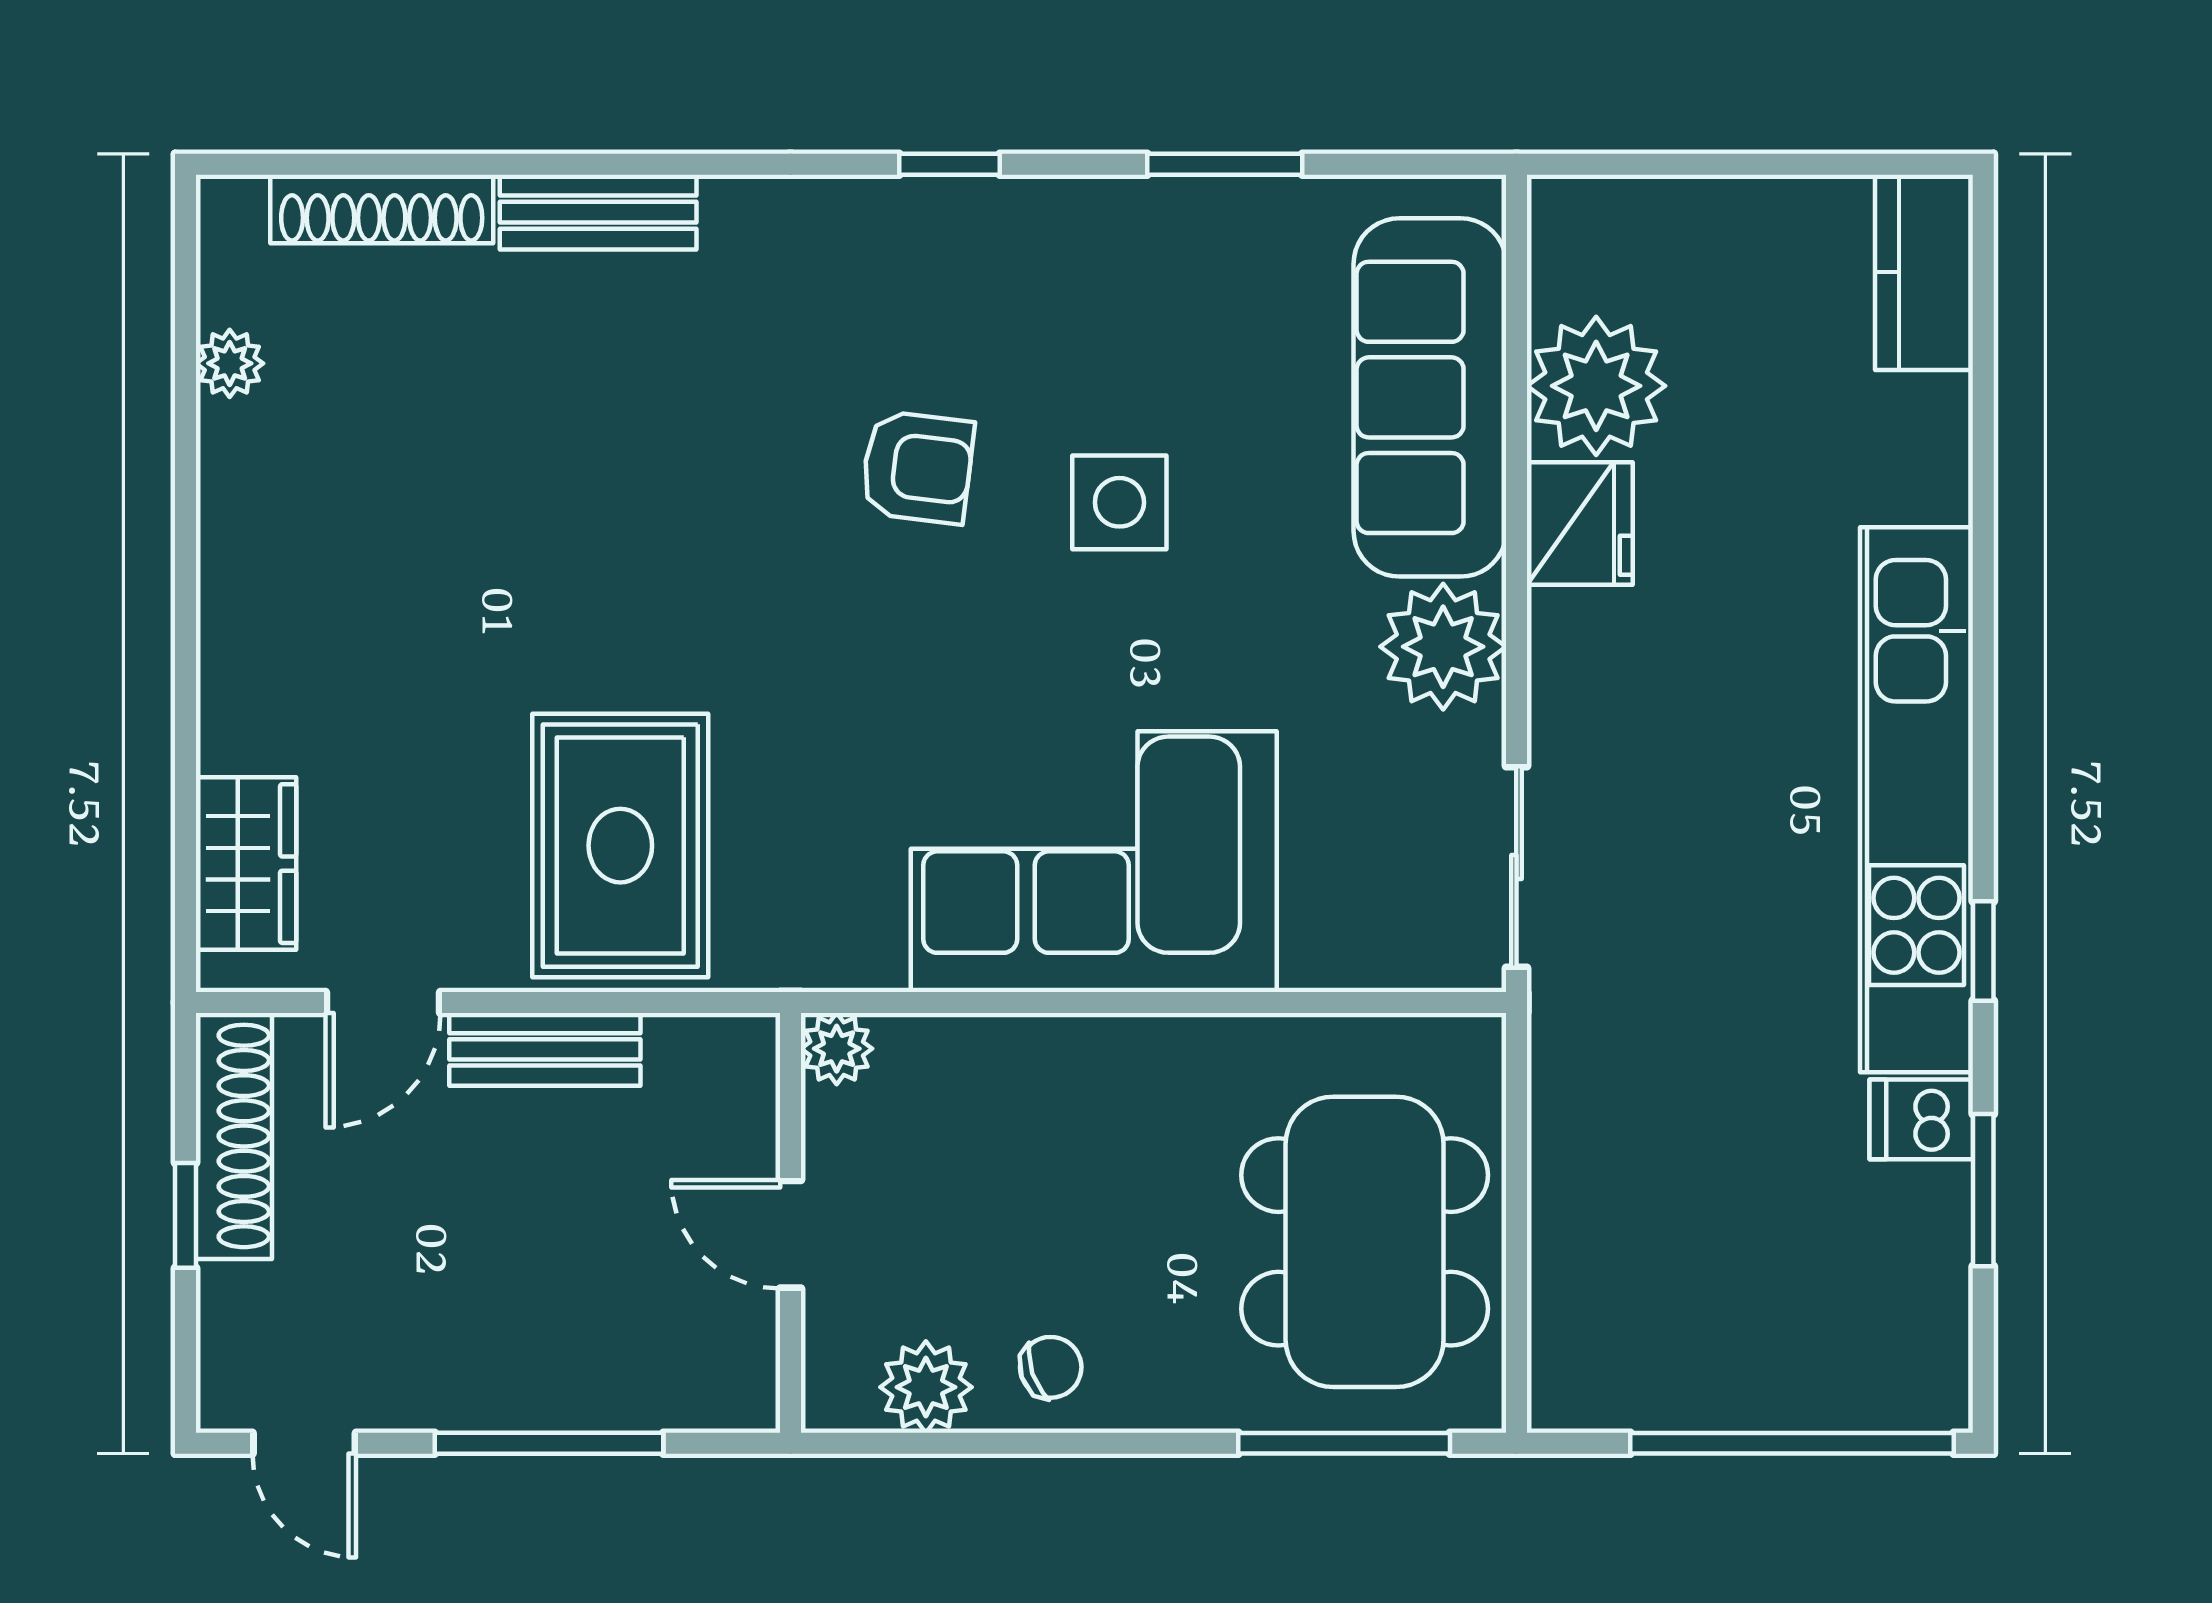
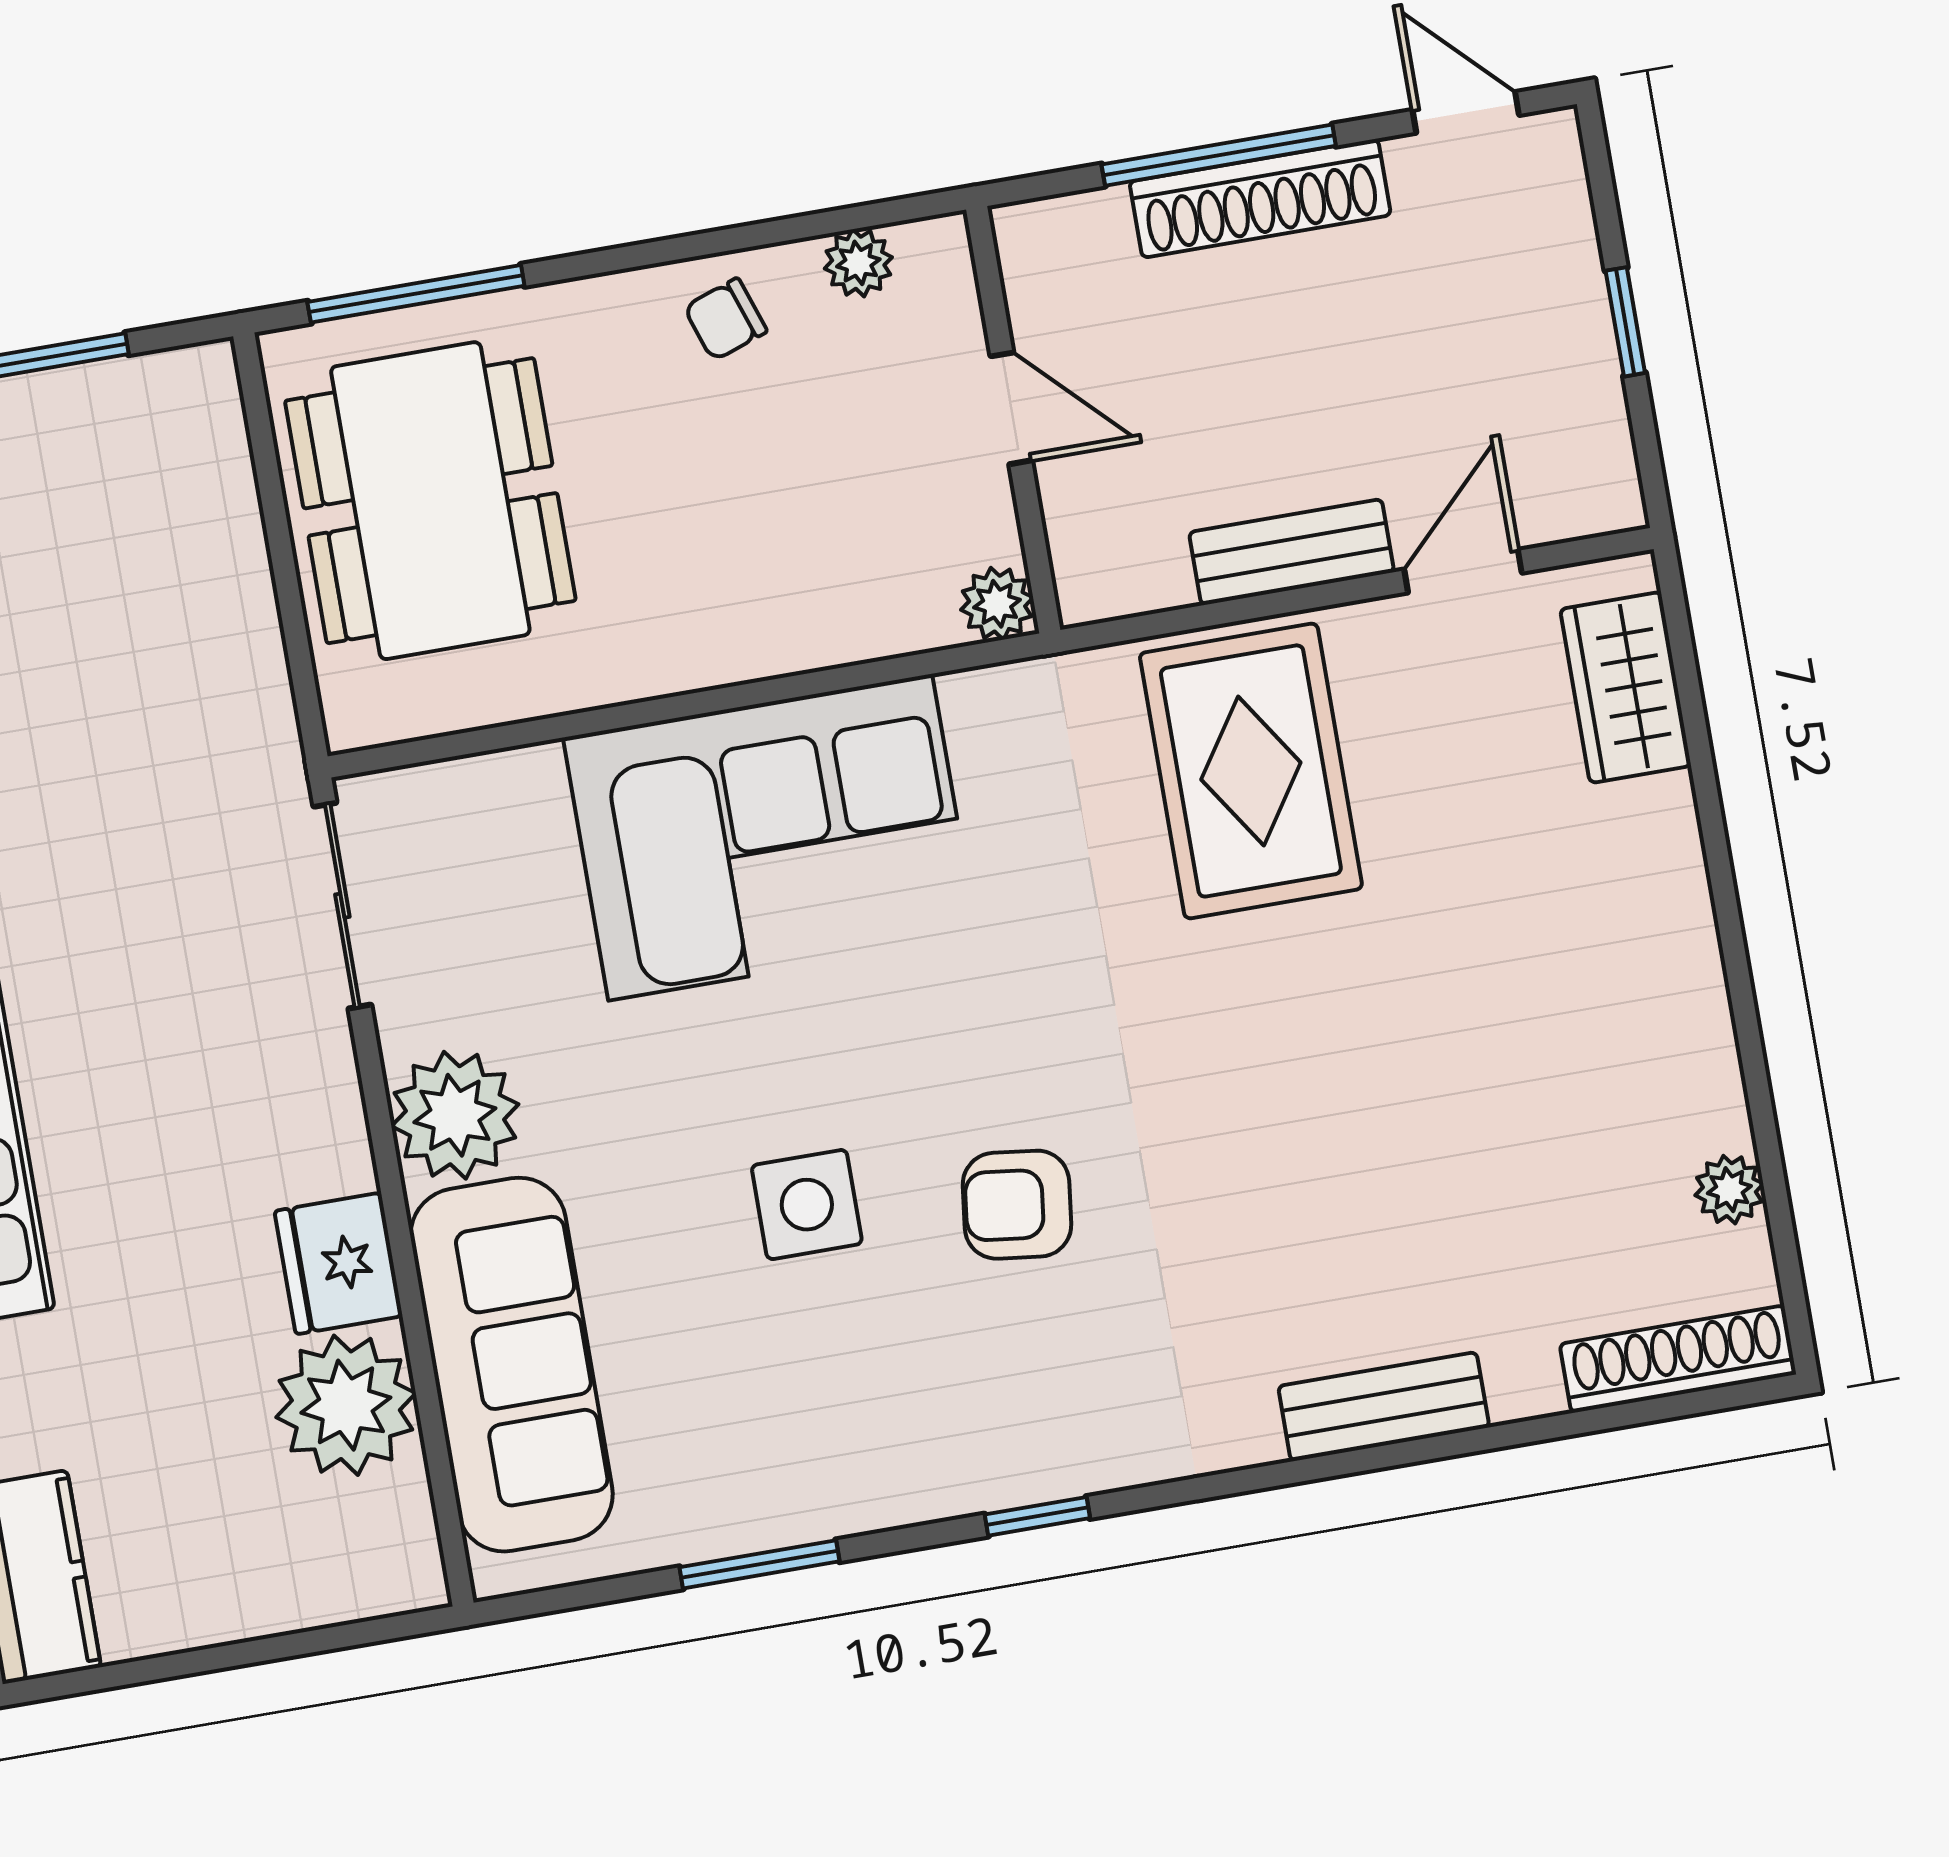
shoe rack: (382, 209) -> (1678, 1359), moved
shoe rack: (234, 1136) -> (1260, 198), moved, turned -90
plant: (926, 1387) -> (858, 263), width x0.73, depth x0.73

